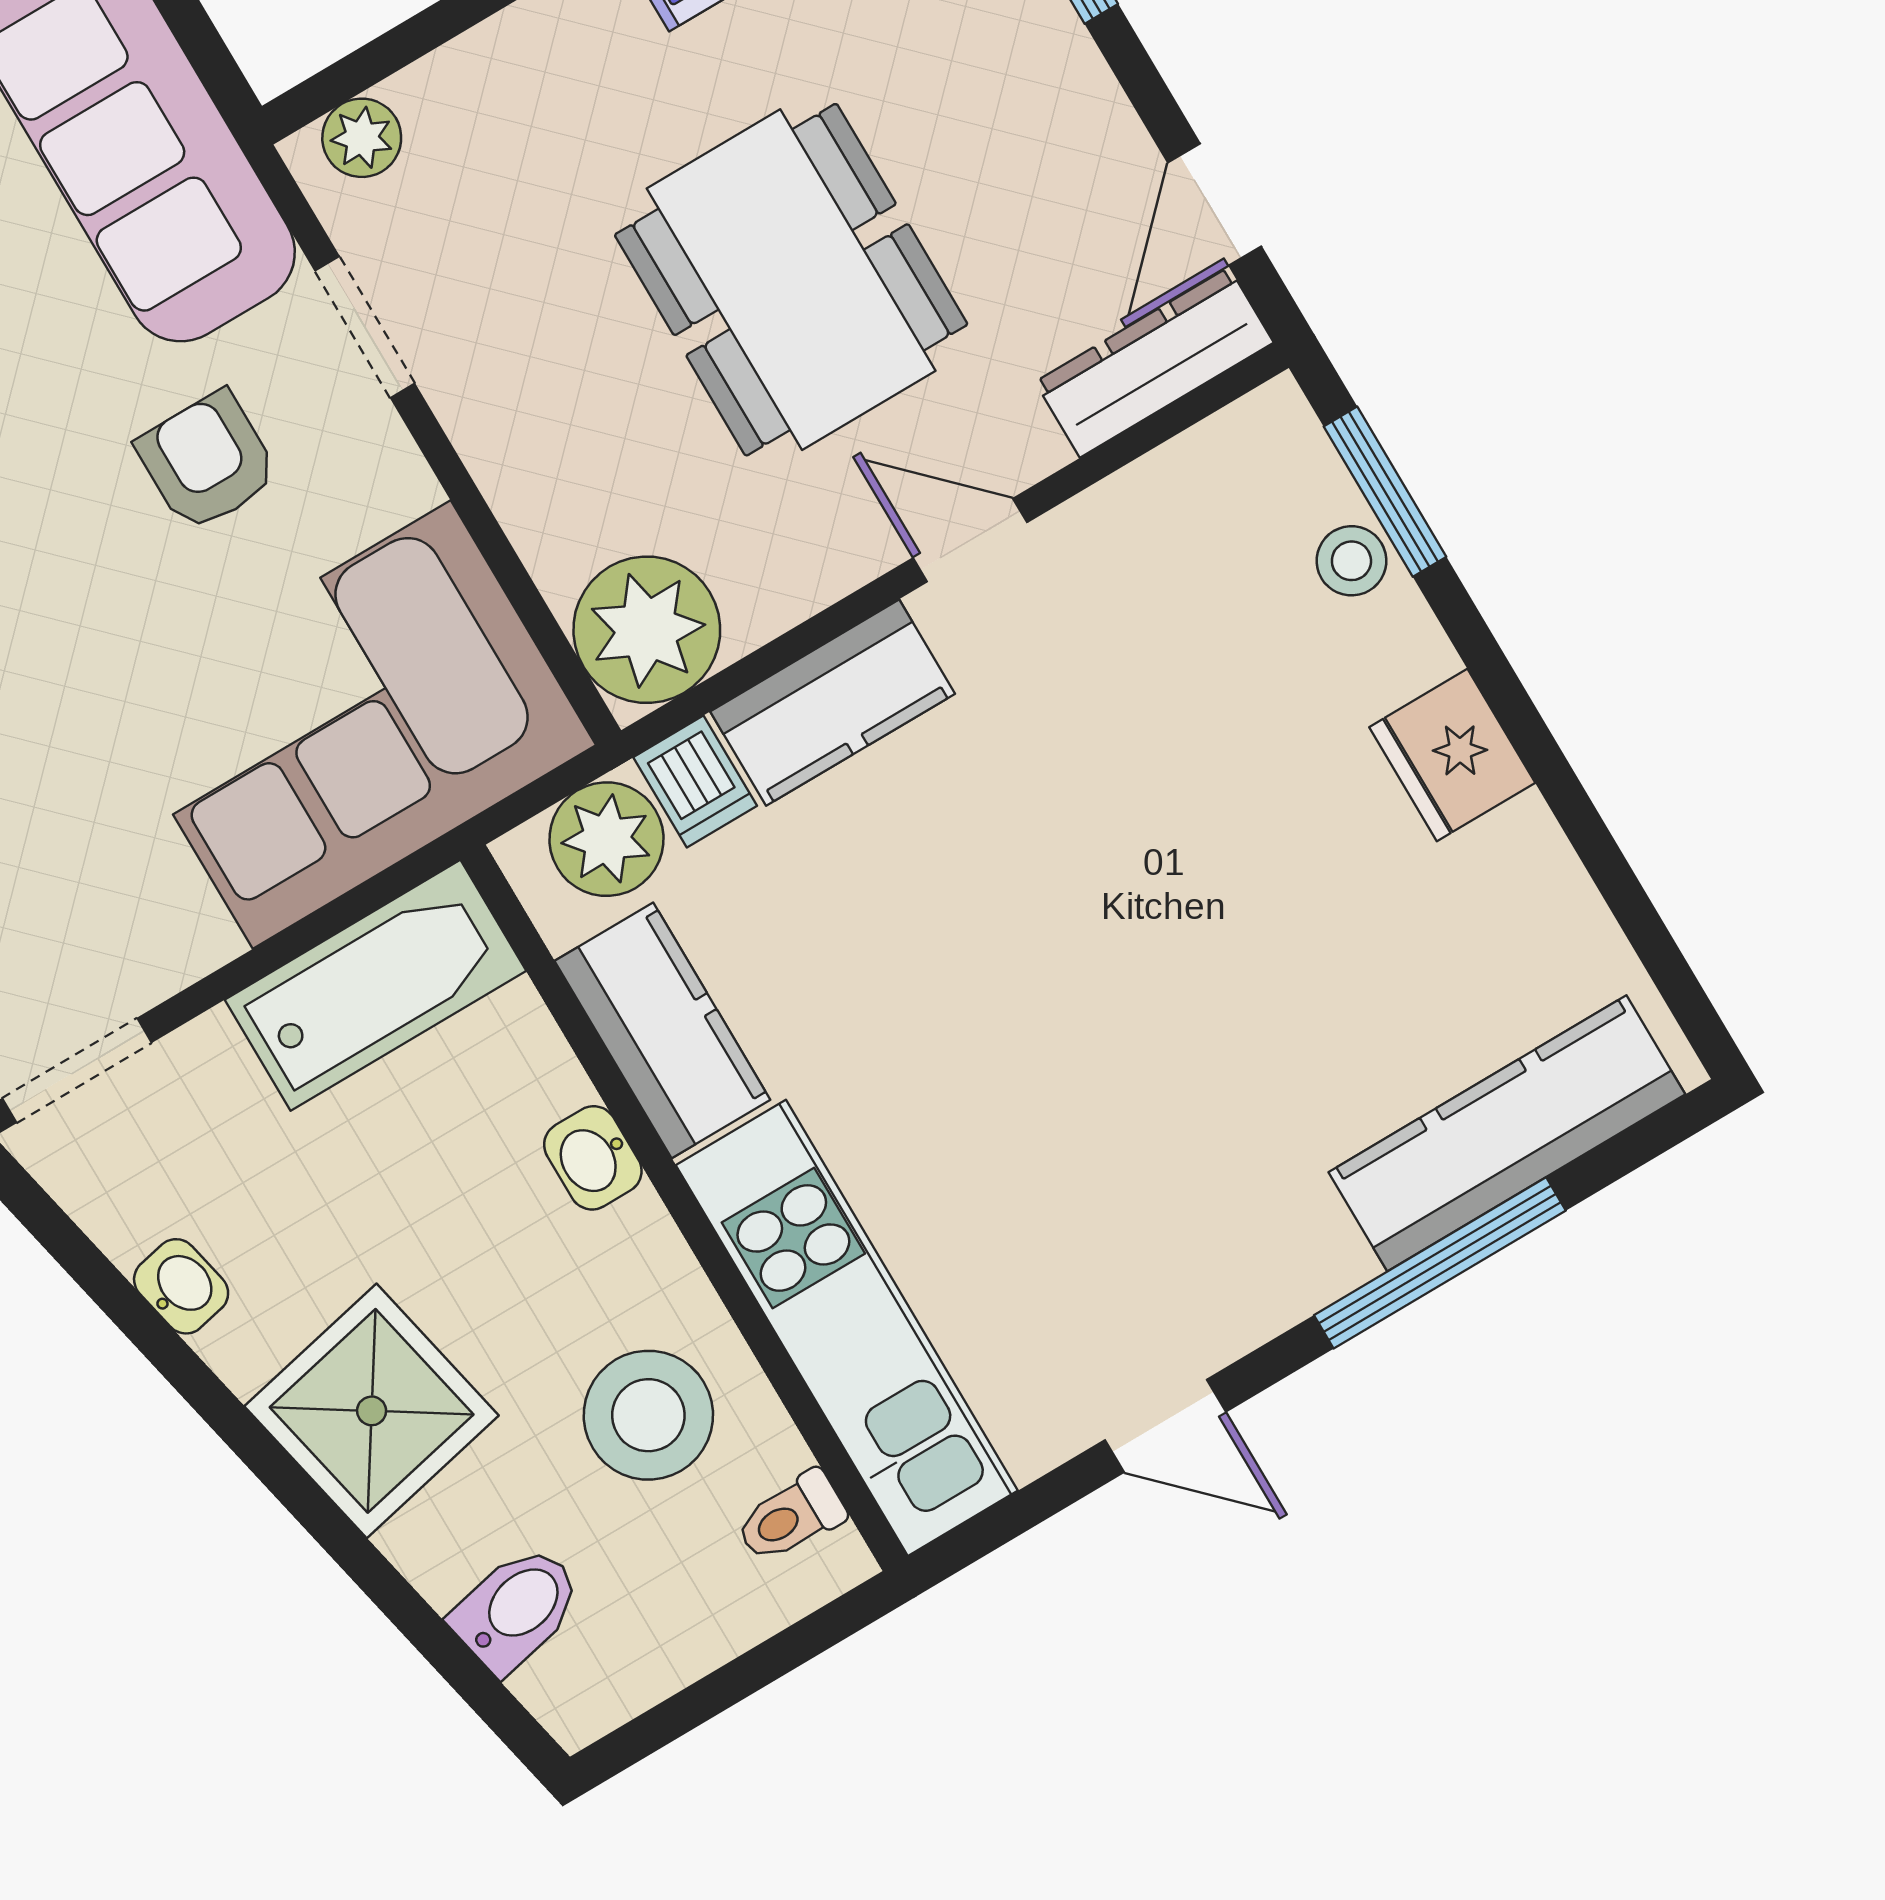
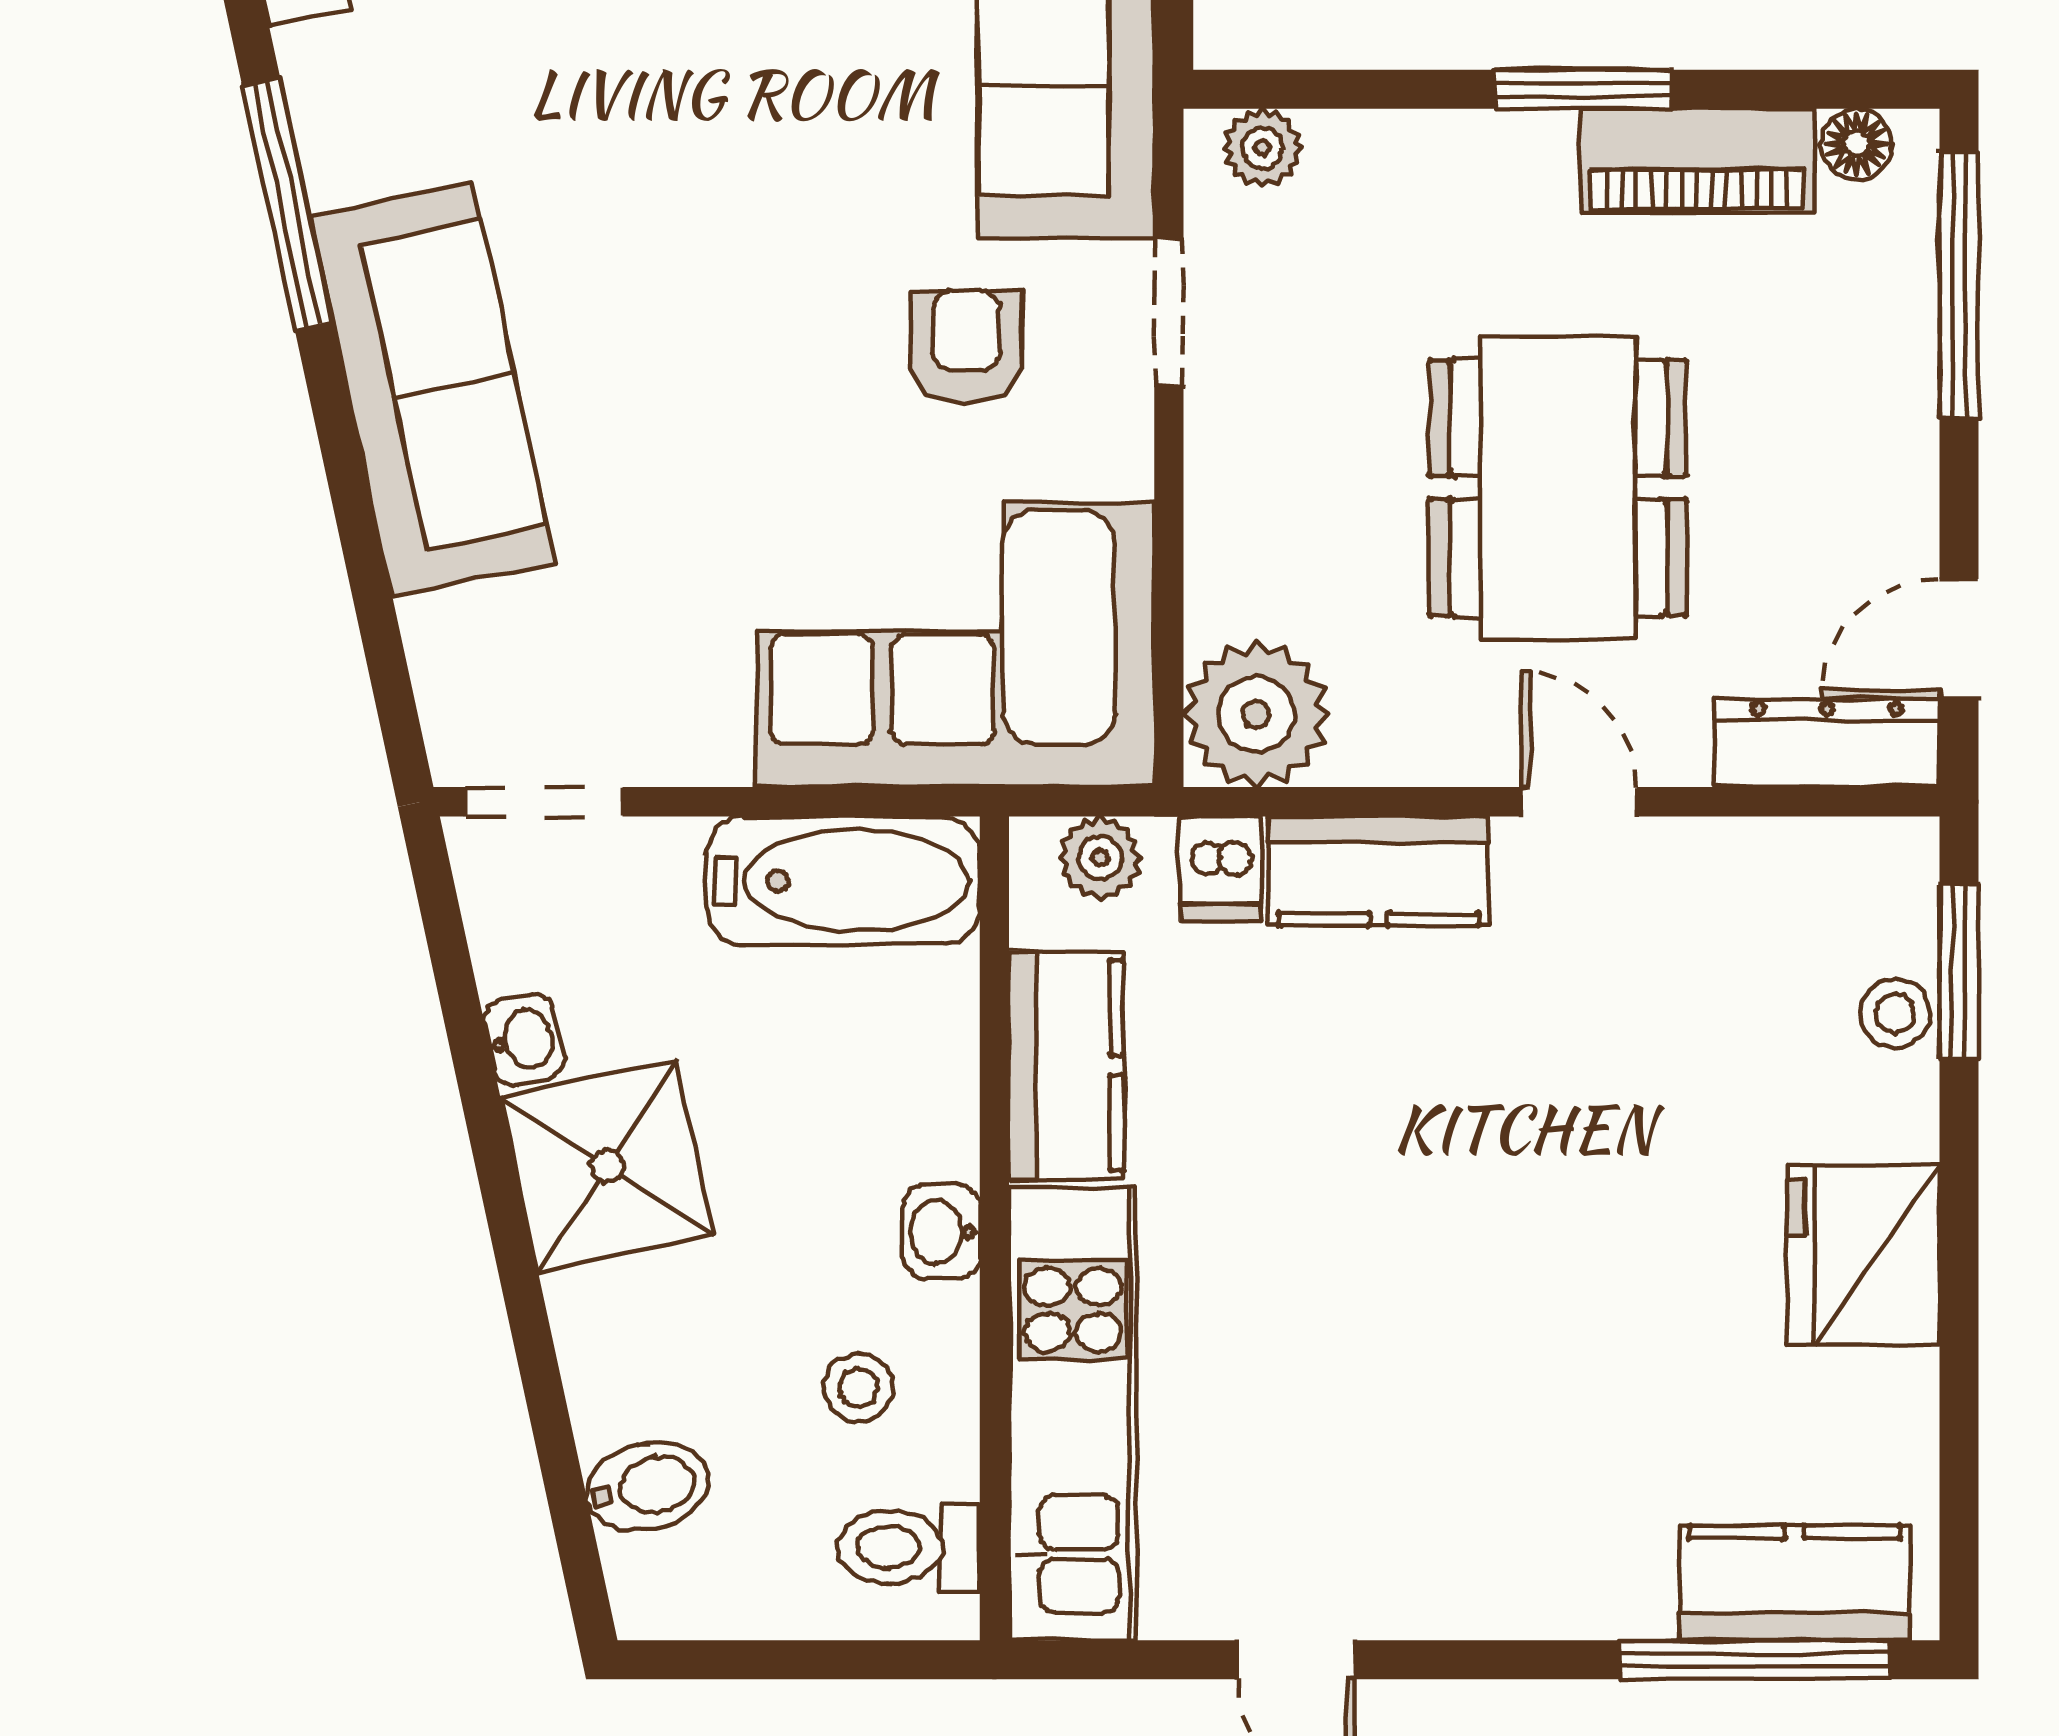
fridge: (1452, 755) -> (1863, 1255), width x1.36, depth x1.34
plant: (607, 839) -> (1100, 858), width x0.73, depth x0.73
kitchen counter: (1507, 1133) -> (1795, 1583), width x0.67
washbasin: (593, 1158) -> (942, 1232), moved
window: (1440, 1263) -> (1755, 1660), moved
shower: (372, 1411) -> (607, 1166), moved
stool: (648, 1415) -> (858, 1388), width x0.53, depth x0.53
toilet: (791, 1517) -> (909, 1547), width x1.37, depth x1.39

